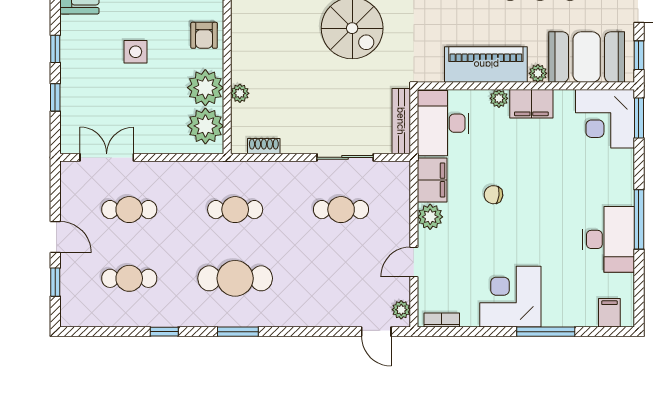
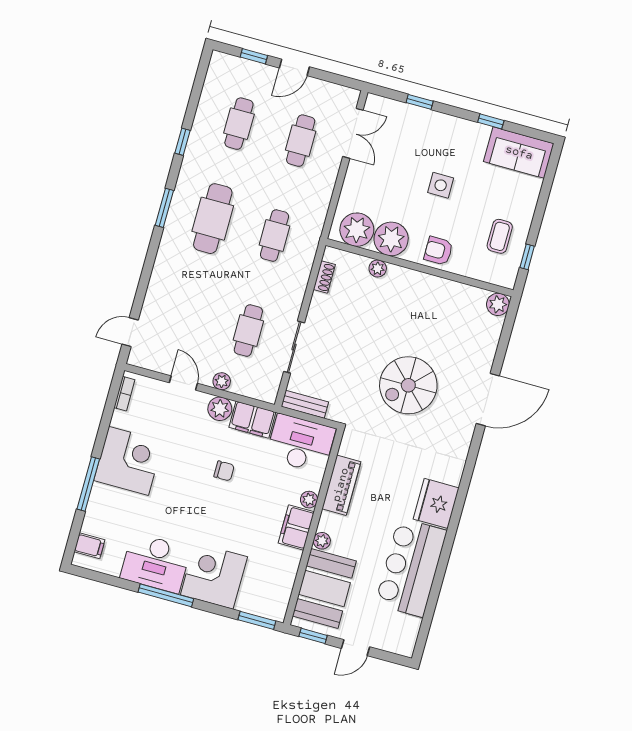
window: (55, 49) -> (491, 121), moved
piano: (486, 65) -> (341, 485), width x0.73, depth x0.75
corner desk: (605, 119) -> (214, 576), moved
bench: (401, 121) -> (305, 404), width x0.73
chair: (493, 195) -> (224, 471), turned 83
plant: (401, 310) -> (222, 381), moved

